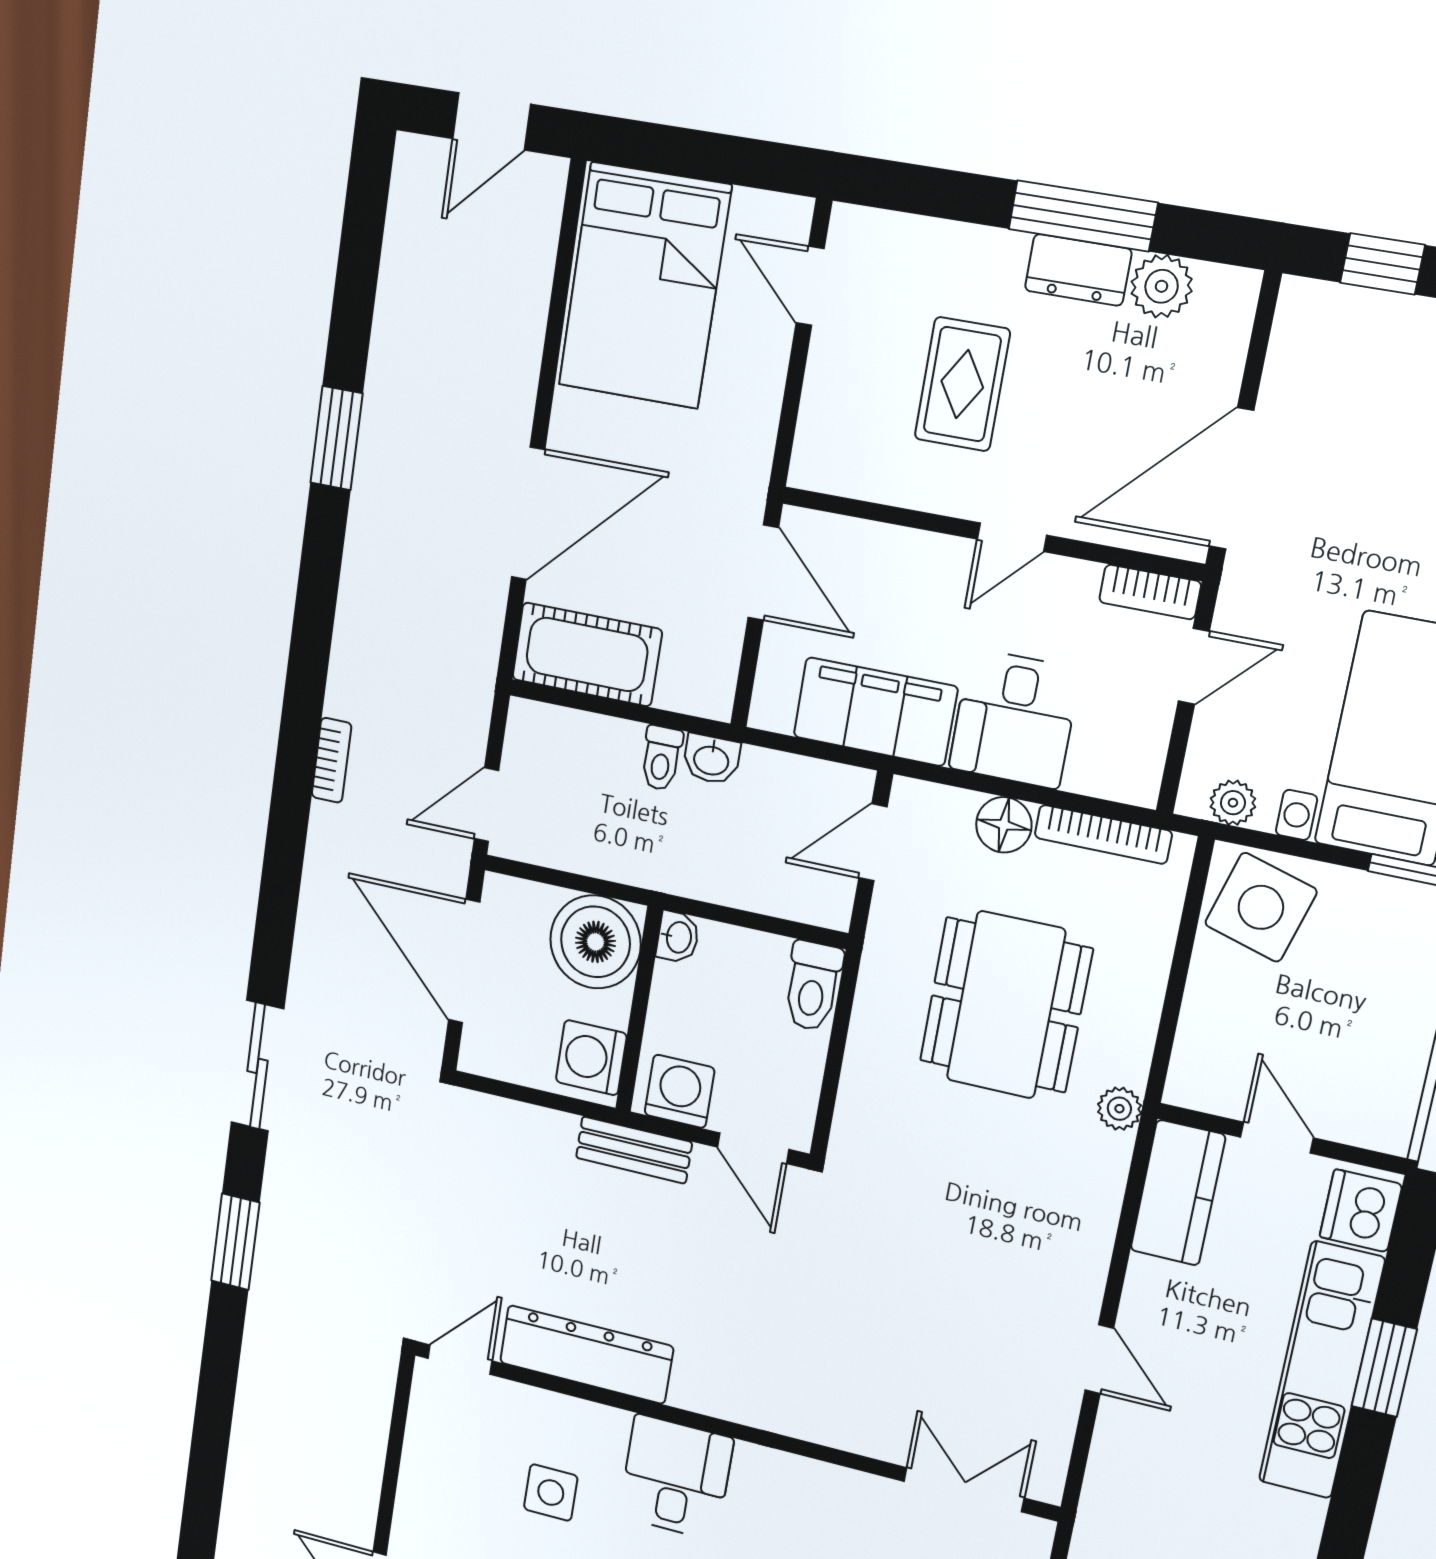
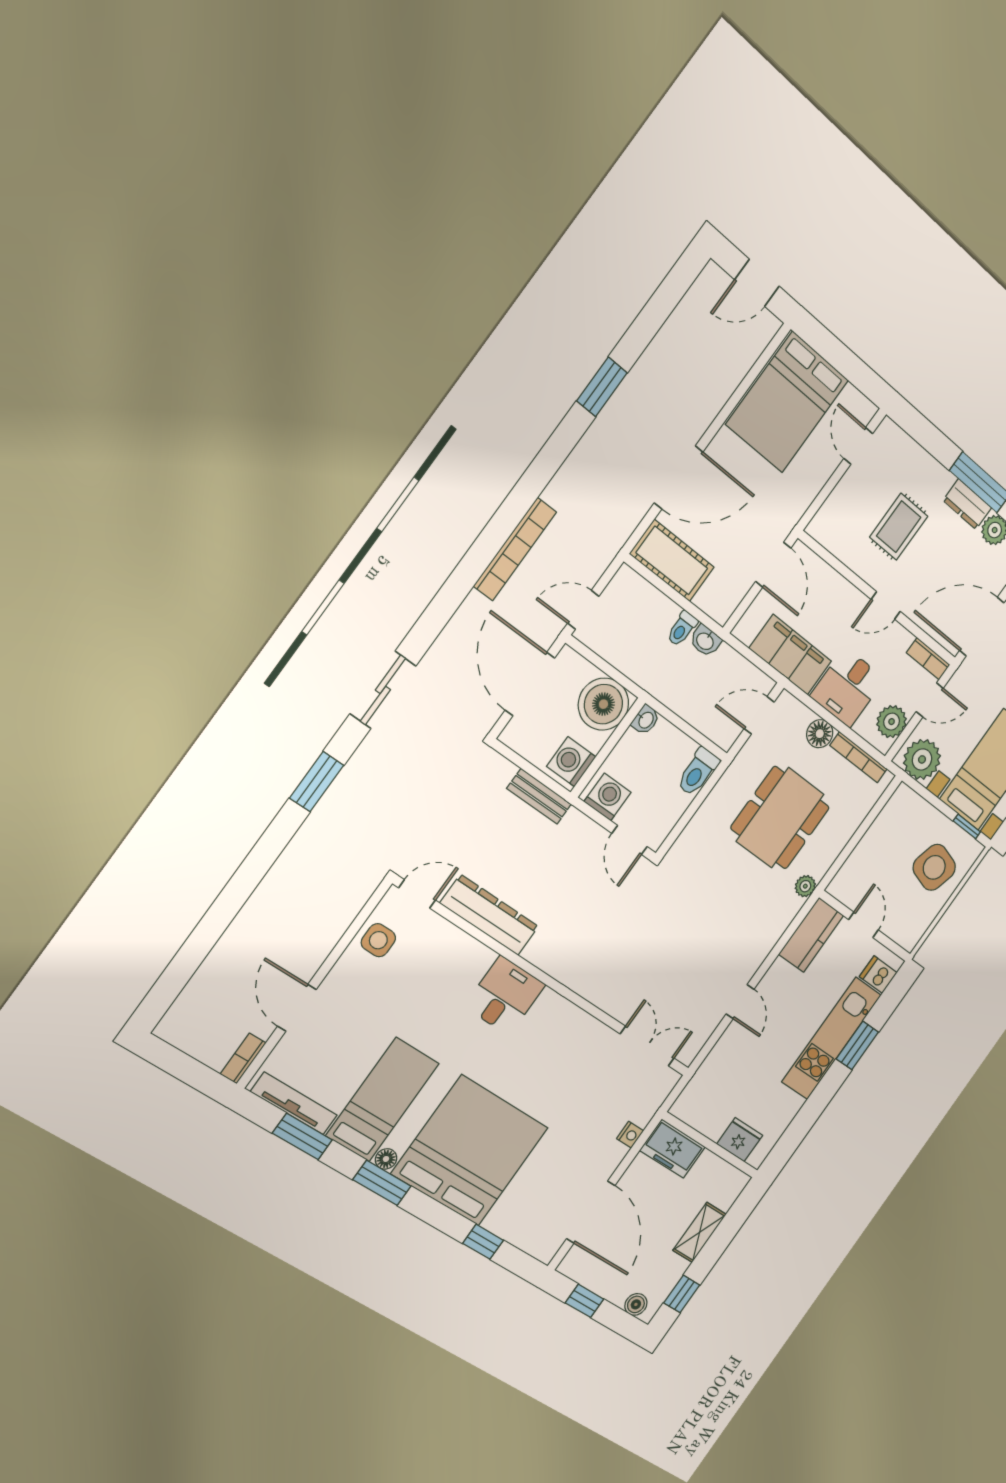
plant: (1136, 741) -> (892, 722), added
bookcase: (332, 760) -> (515, 549), width x2.31, depth x1.31
plant: (1233, 803) -> (922, 759), width x1.87, depth x1.87
side table: (1261, 907) -> (934, 867), moved
bench: (634, 1150) -> (539, 796), moved
dishwasher: (1361, 1211) -> (878, 975), width x0.73
side table: (551, 1493) -> (378, 940), moved

